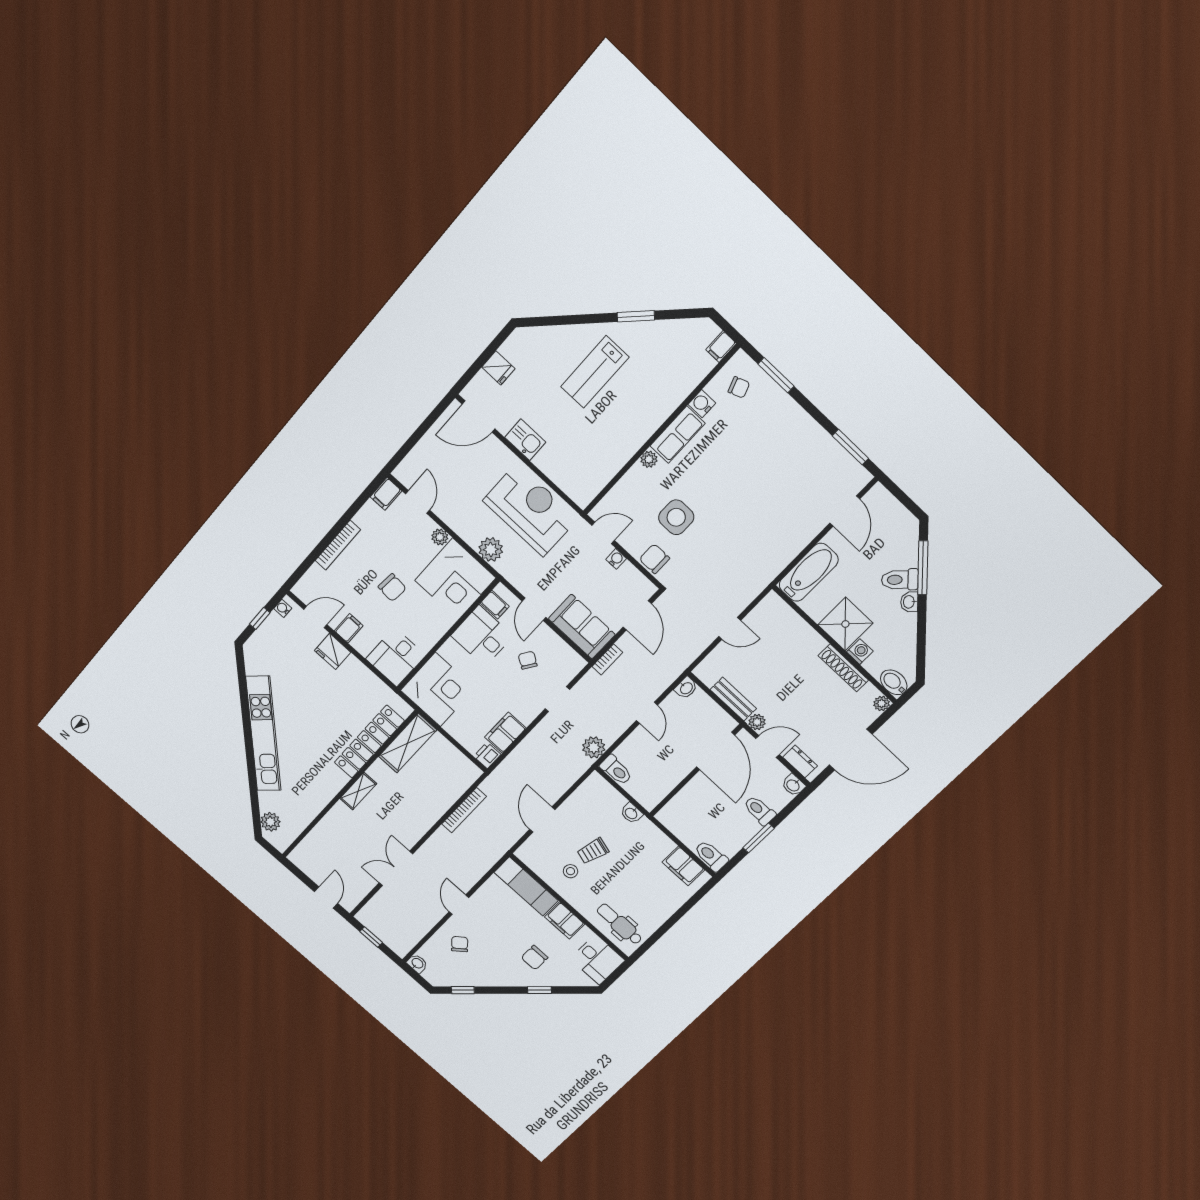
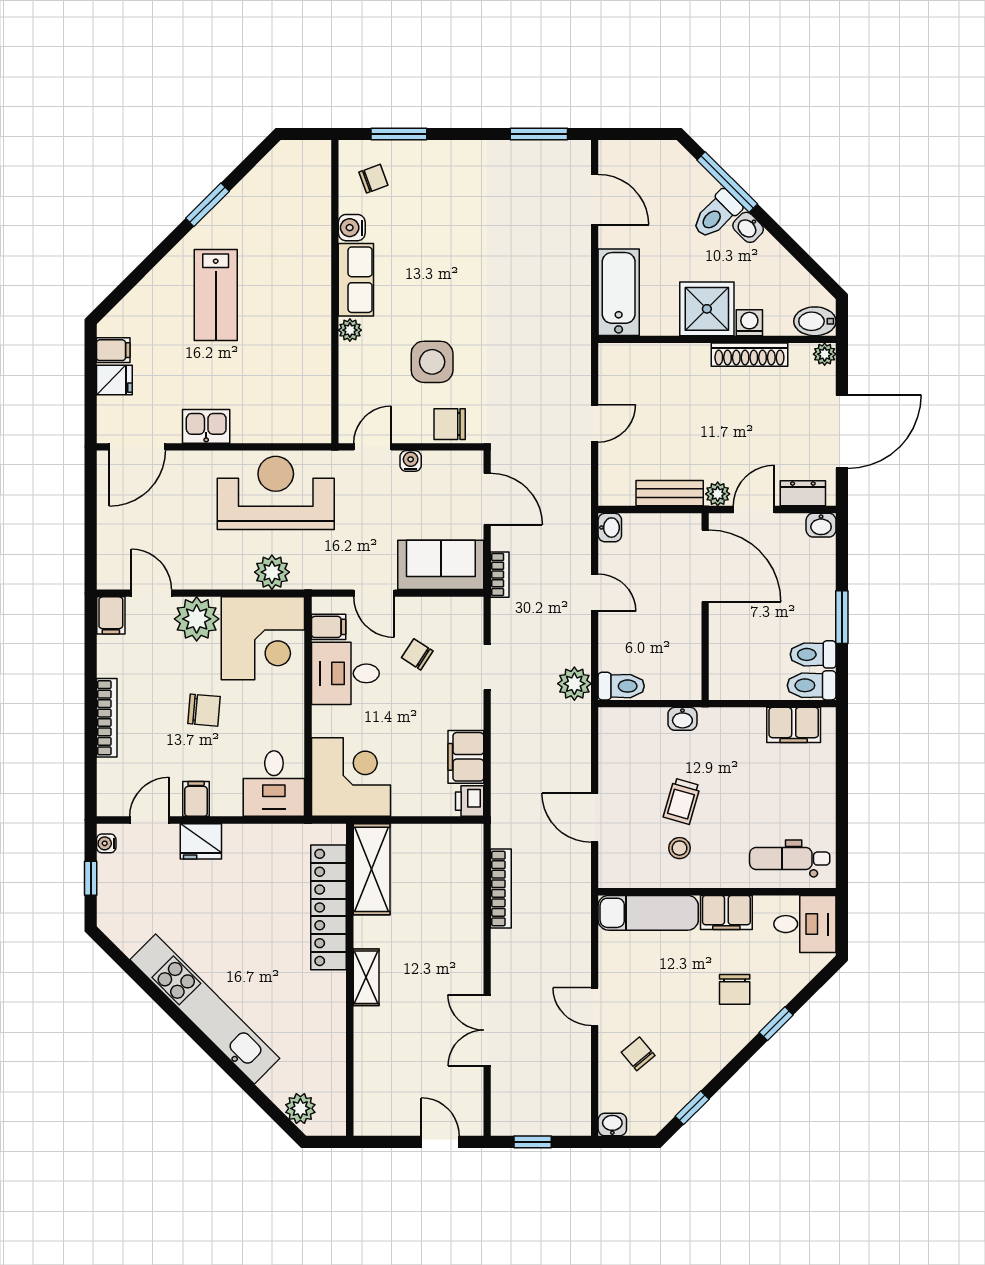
filing cabinet: (721, 347) -> (113, 350), moved, turned -90
plant: (440, 537) -> (197, 619), width x1.88, depth x1.88
toilet: (759, 810) -> (813, 654), moved

